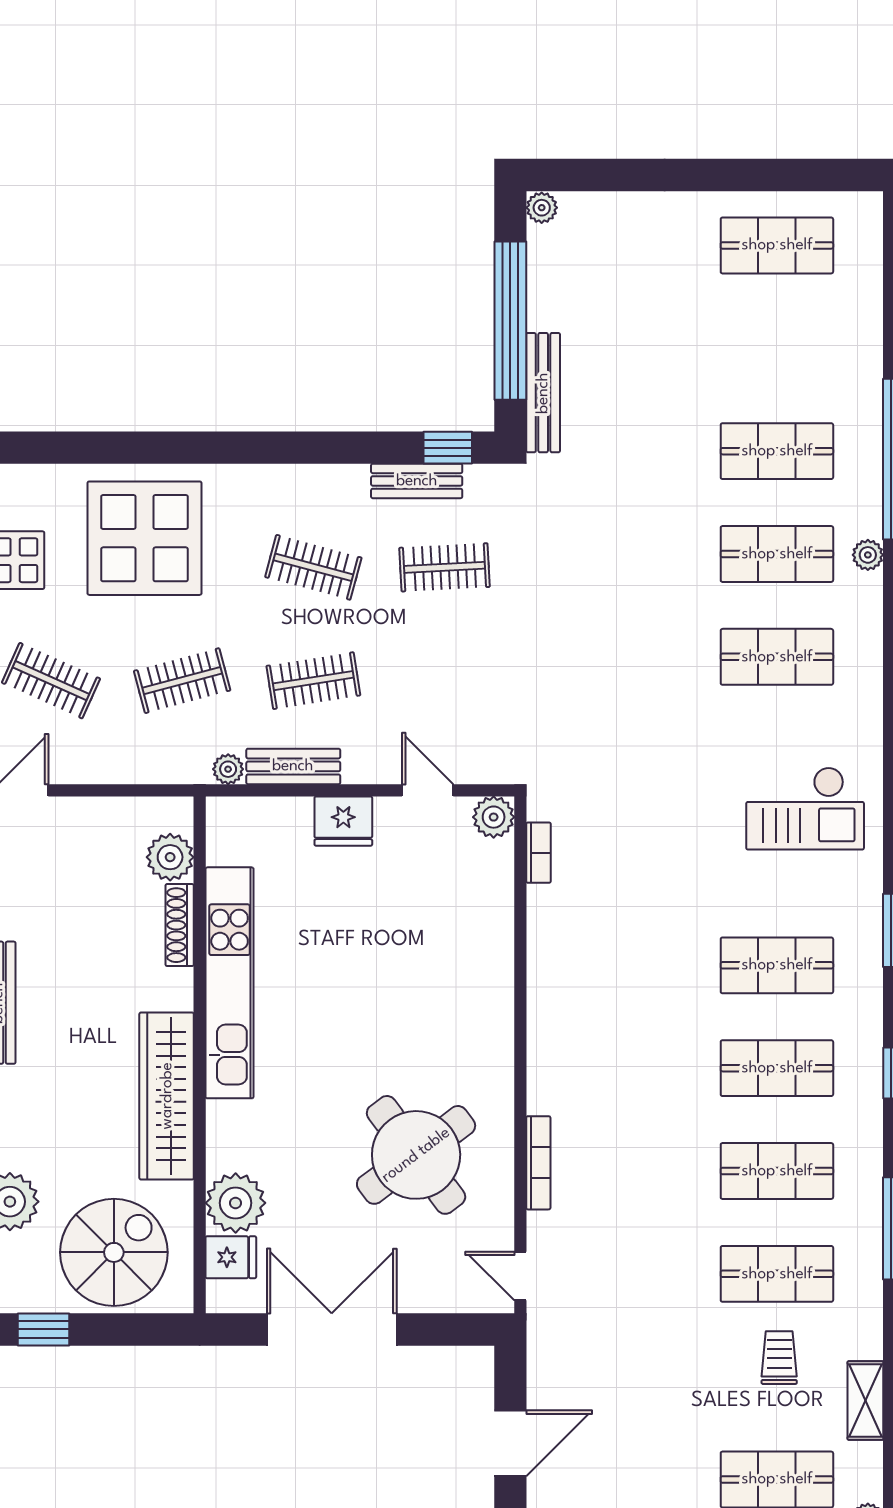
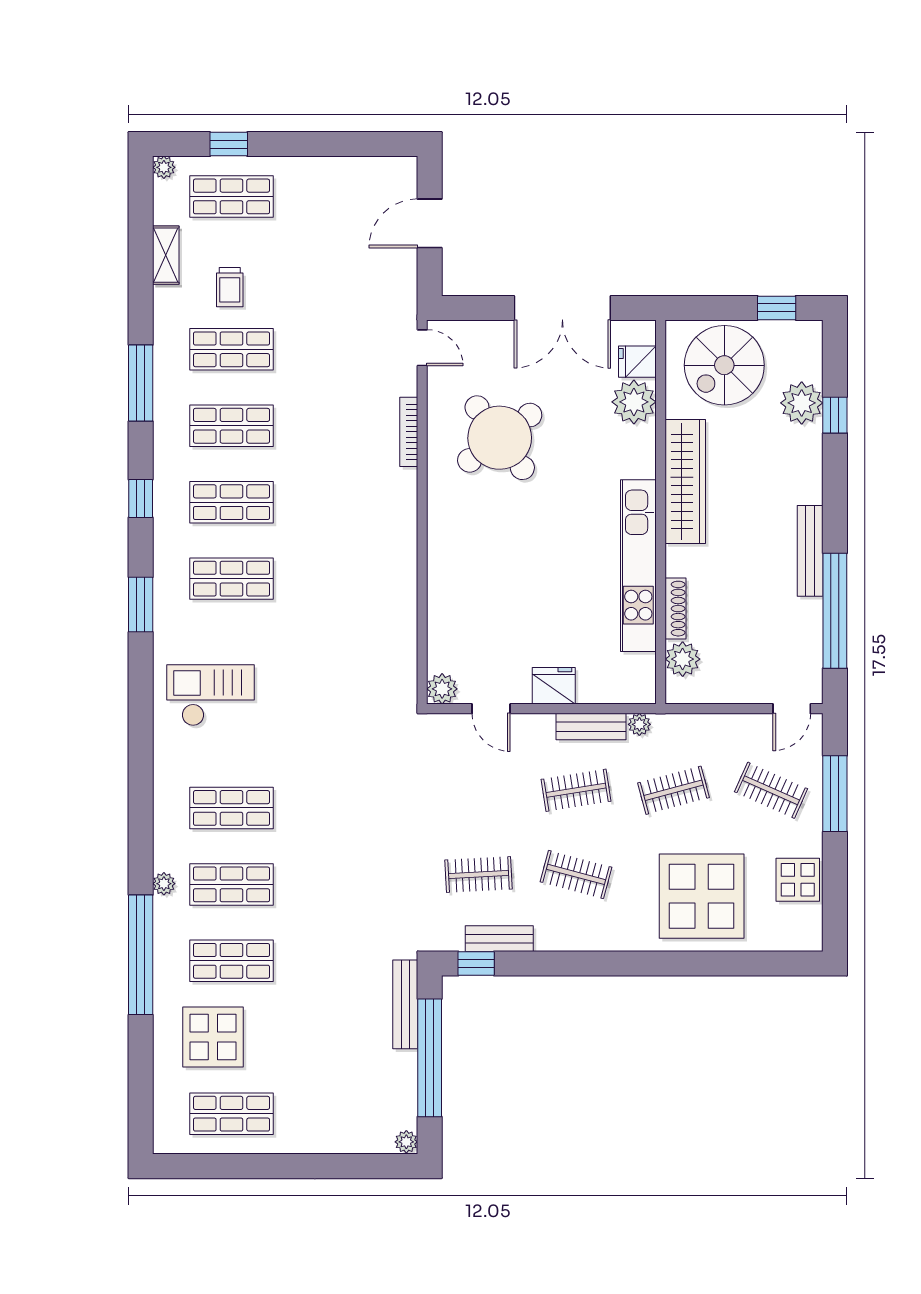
display table: (802, 349) -> (213, 1037), added
bookcase: (538, 853) -> (409, 662), removed

